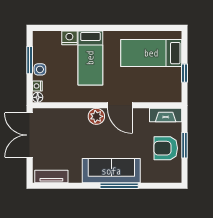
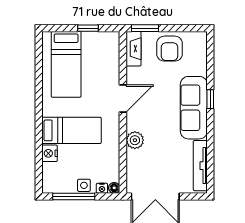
window: (30, 60) -> (74, 197), width x1.44
plant: (96, 116) -> (135, 140), moved
window: (185, 145) -> (145, 28), moved
tv unit: (51, 177) -> (200, 166), width x1.41
window: (119, 186) -> (210, 99), width x0.46

